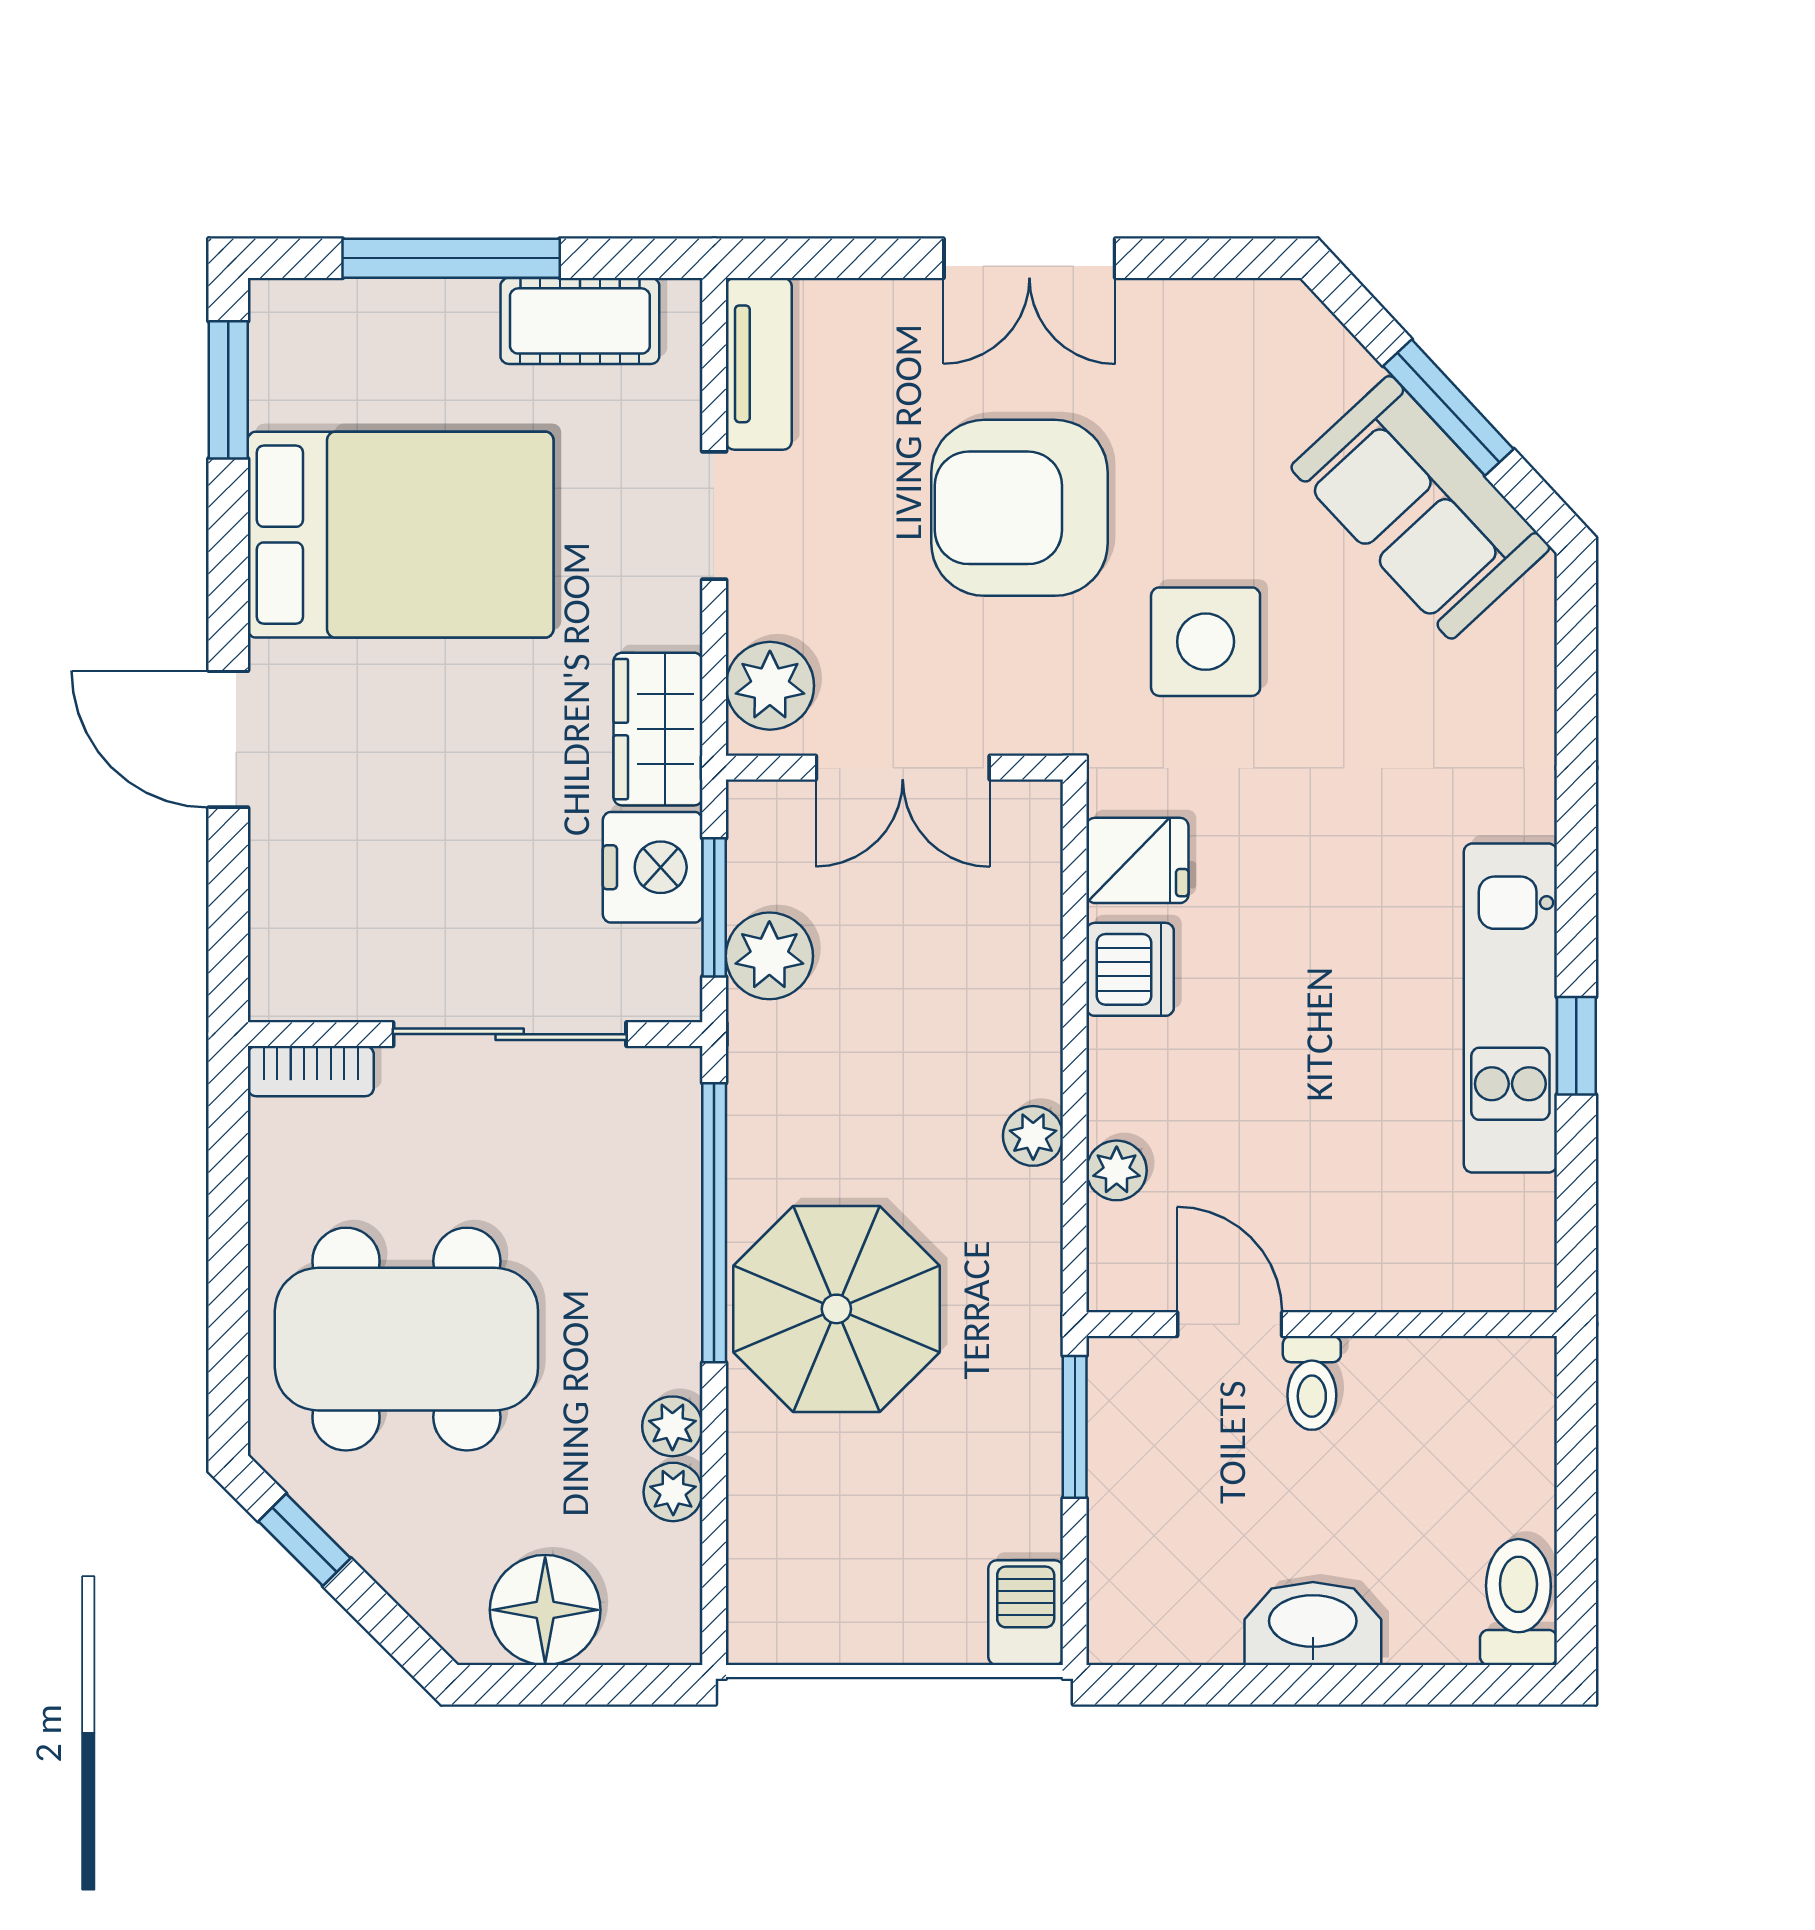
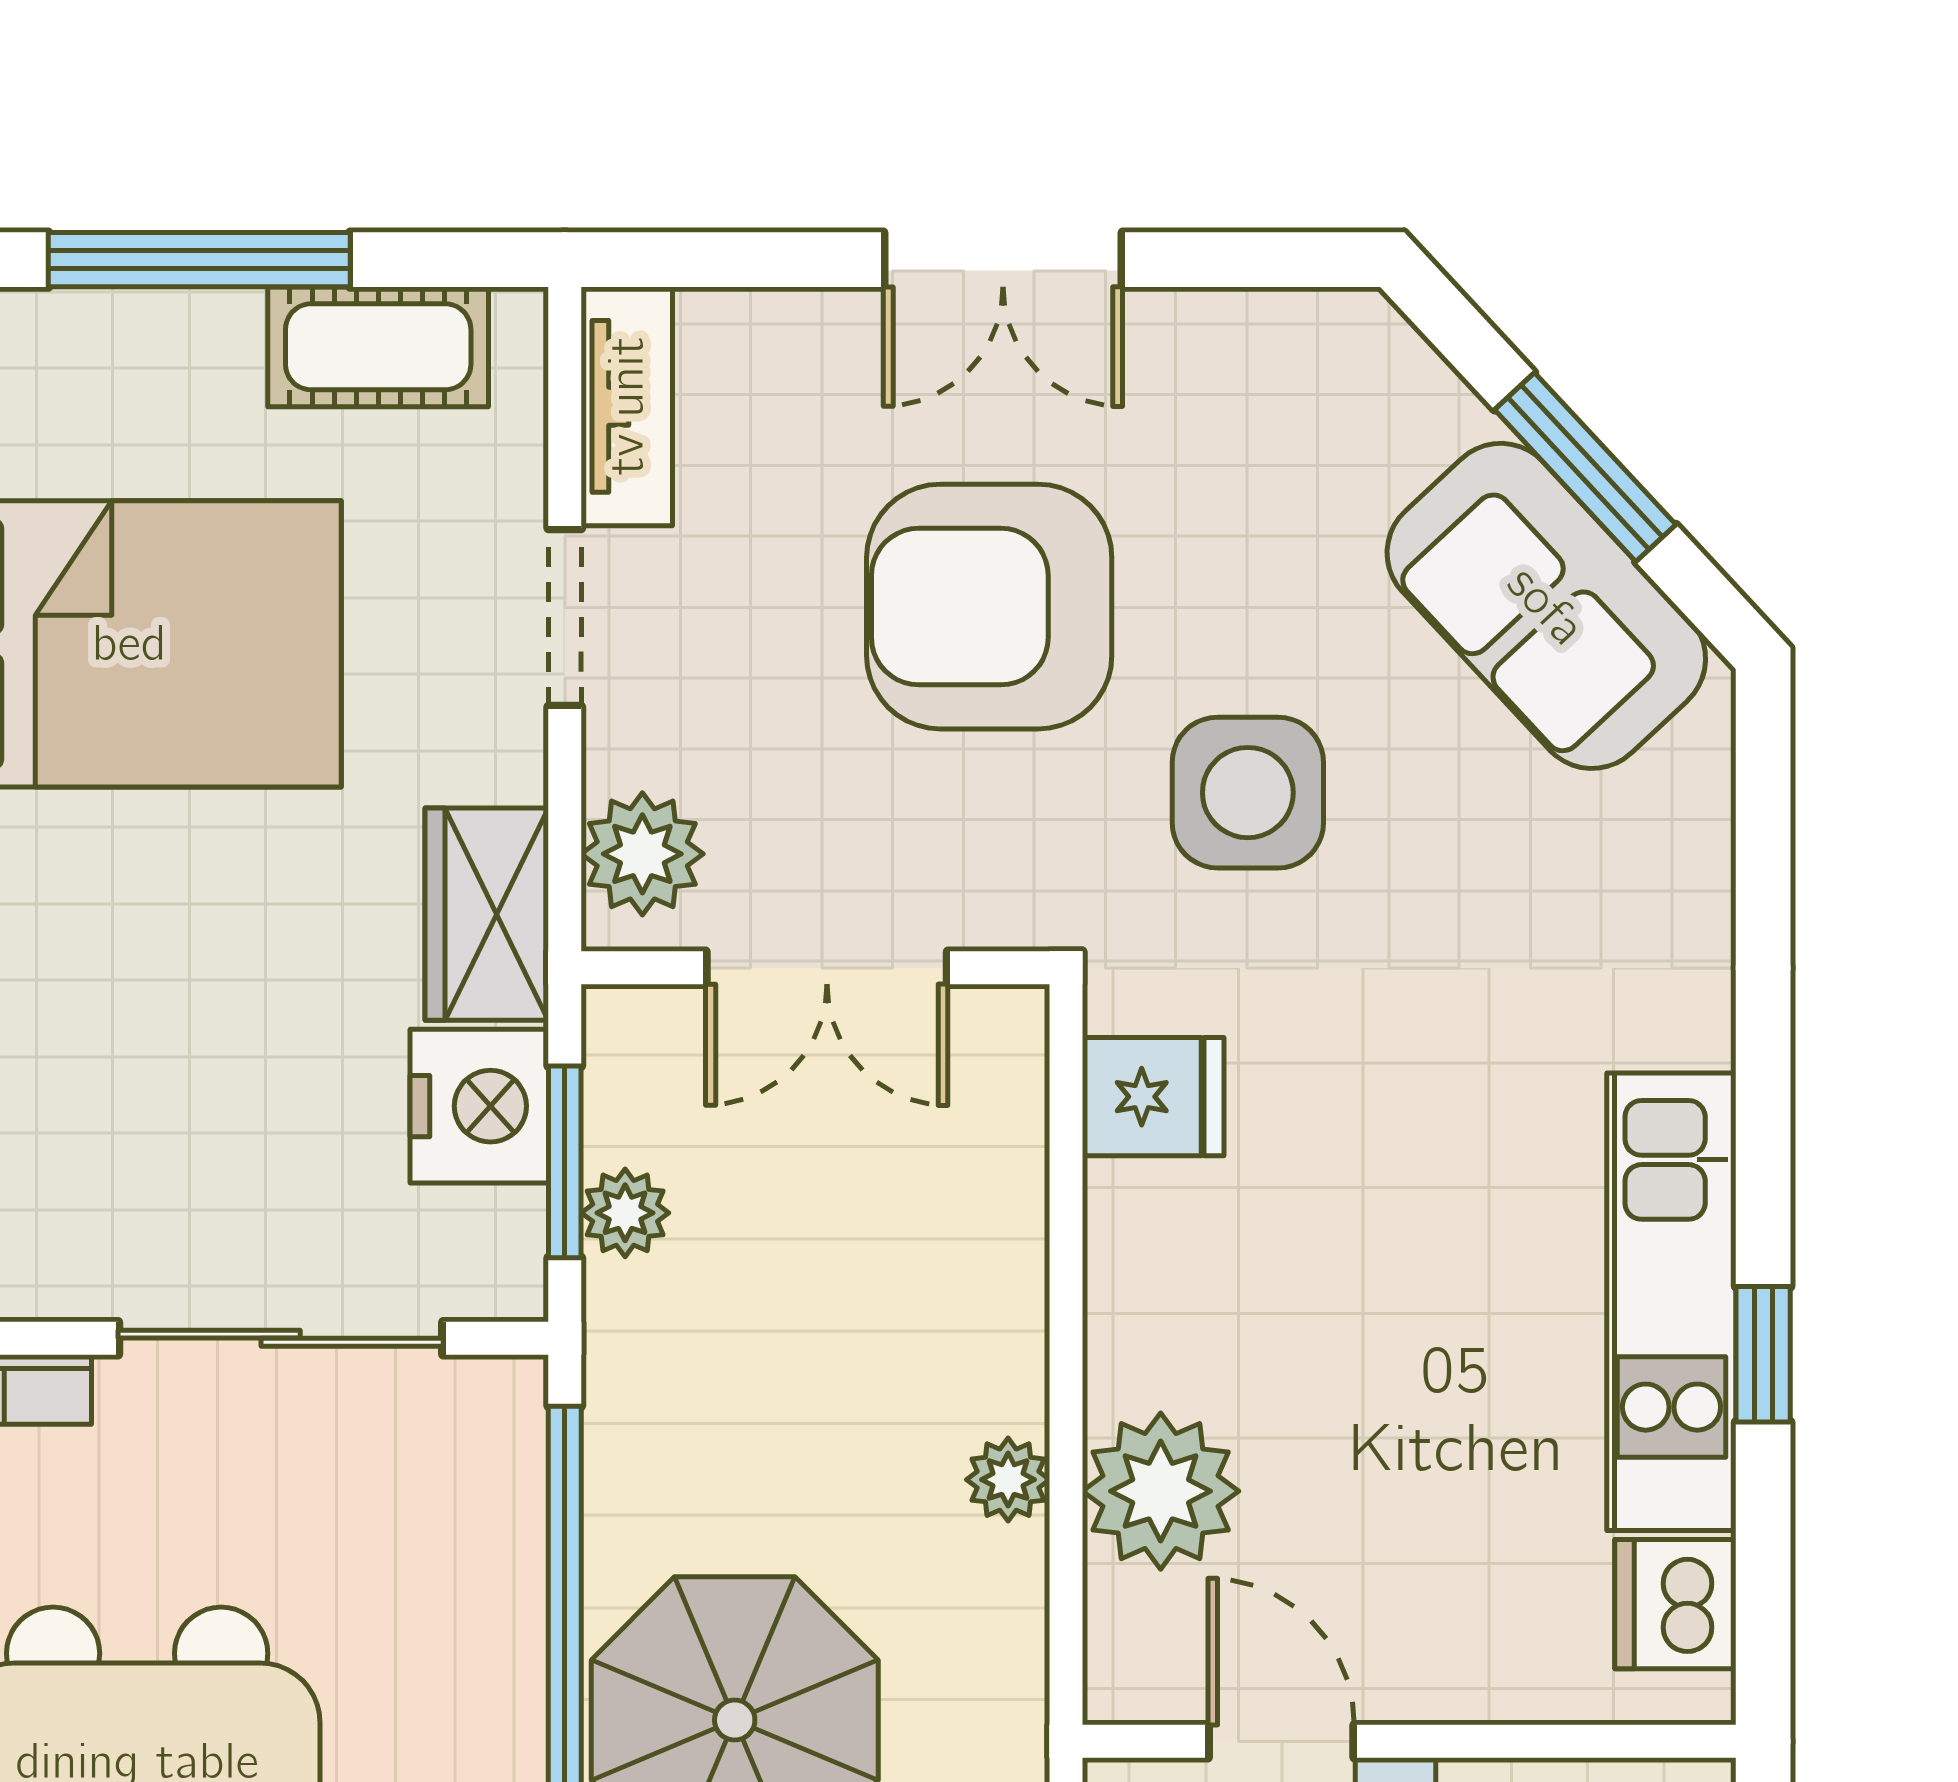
plant: (769, 956) -> (625, 1213), width x0.73, depth x0.73
dishwasher: (1130, 969) -> (1675, 1604), moved, turned 180
plant: (1117, 1170) -> (1161, 1491), width x1.87, depth x1.87

